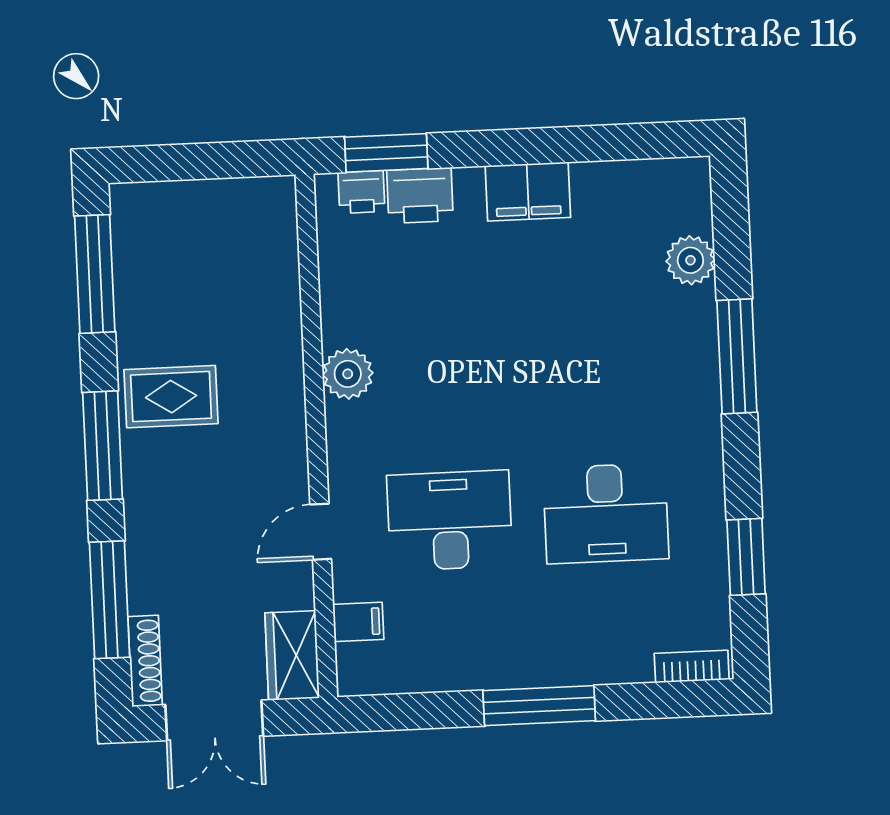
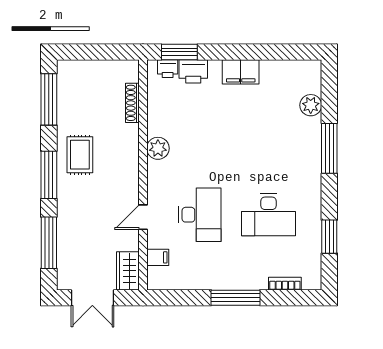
rug: (171, 397) -> (80, 155), turned 90
desk: (450, 521) -> (200, 215), turned 90
shoe rack: (145, 661) -> (132, 103), moved, turned 180
bookcase: (692, 666) -> (285, 284), moved

